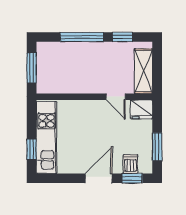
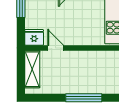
window: (122, 37) -> (50, 98), removed

